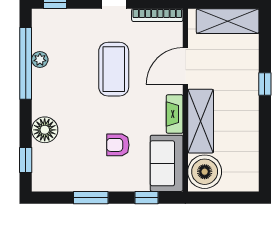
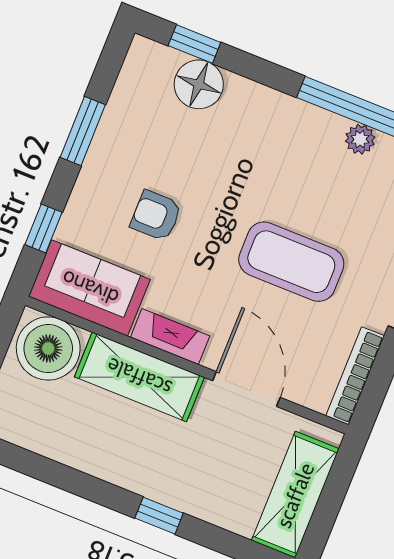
floor lamp: (45, 130) -> (199, 84), moved
armchair: (118, 145) -> (156, 216), turned -90

